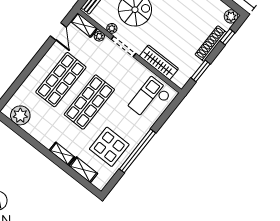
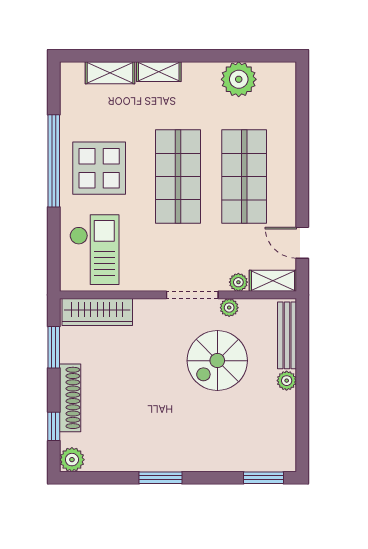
wardrobe: (159, 62) -> (97, 312), moved
plant: (20, 115) -> (239, 79), moved
display table: (109, 147) -> (99, 168), moved

